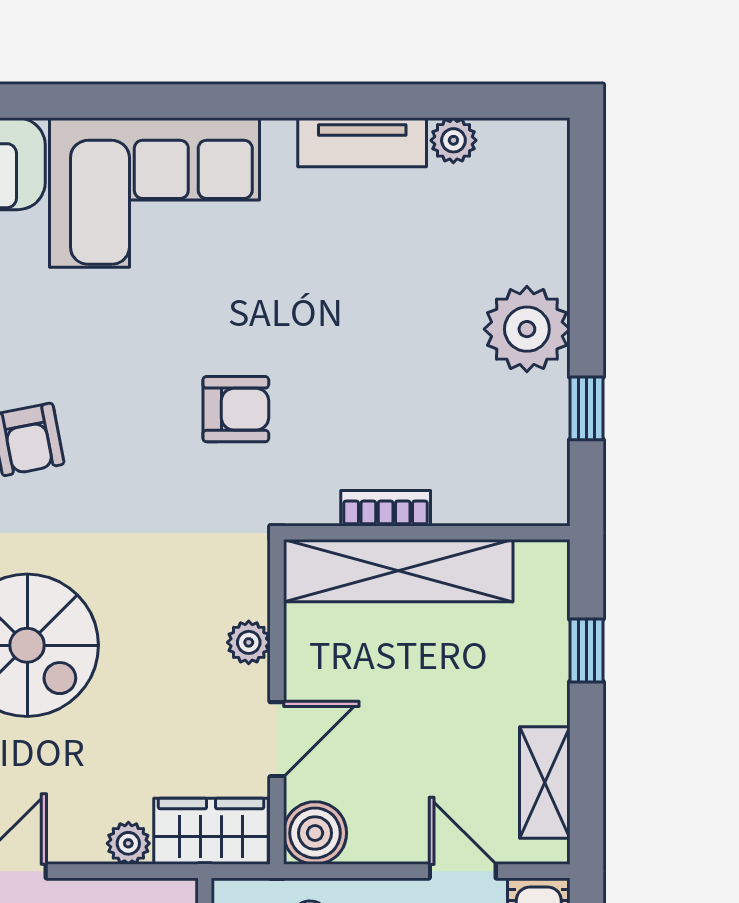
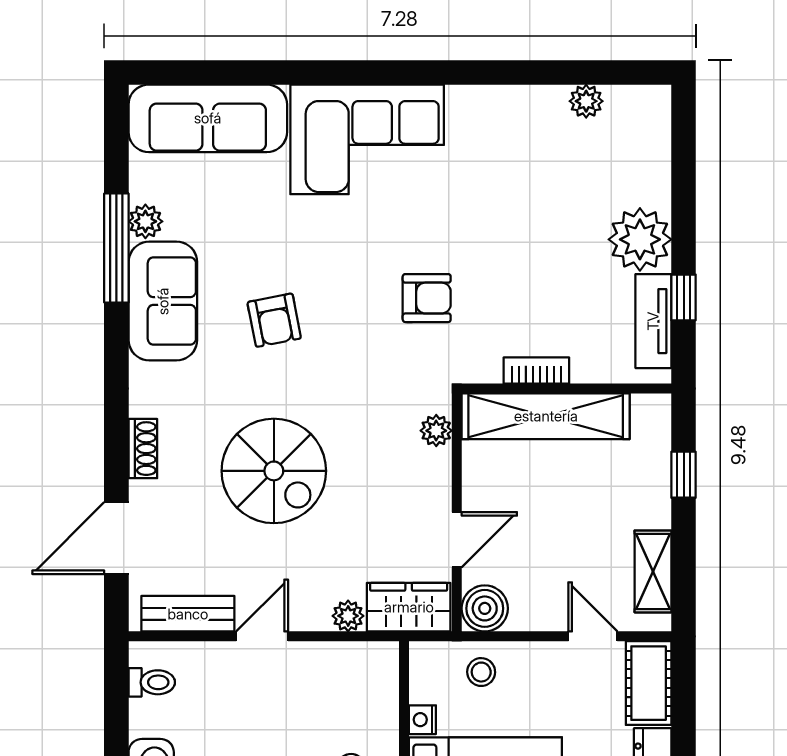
tv unit: (362, 142) -> (653, 321), moved, turned 90
plant: (249, 642) -> (436, 431), moved

